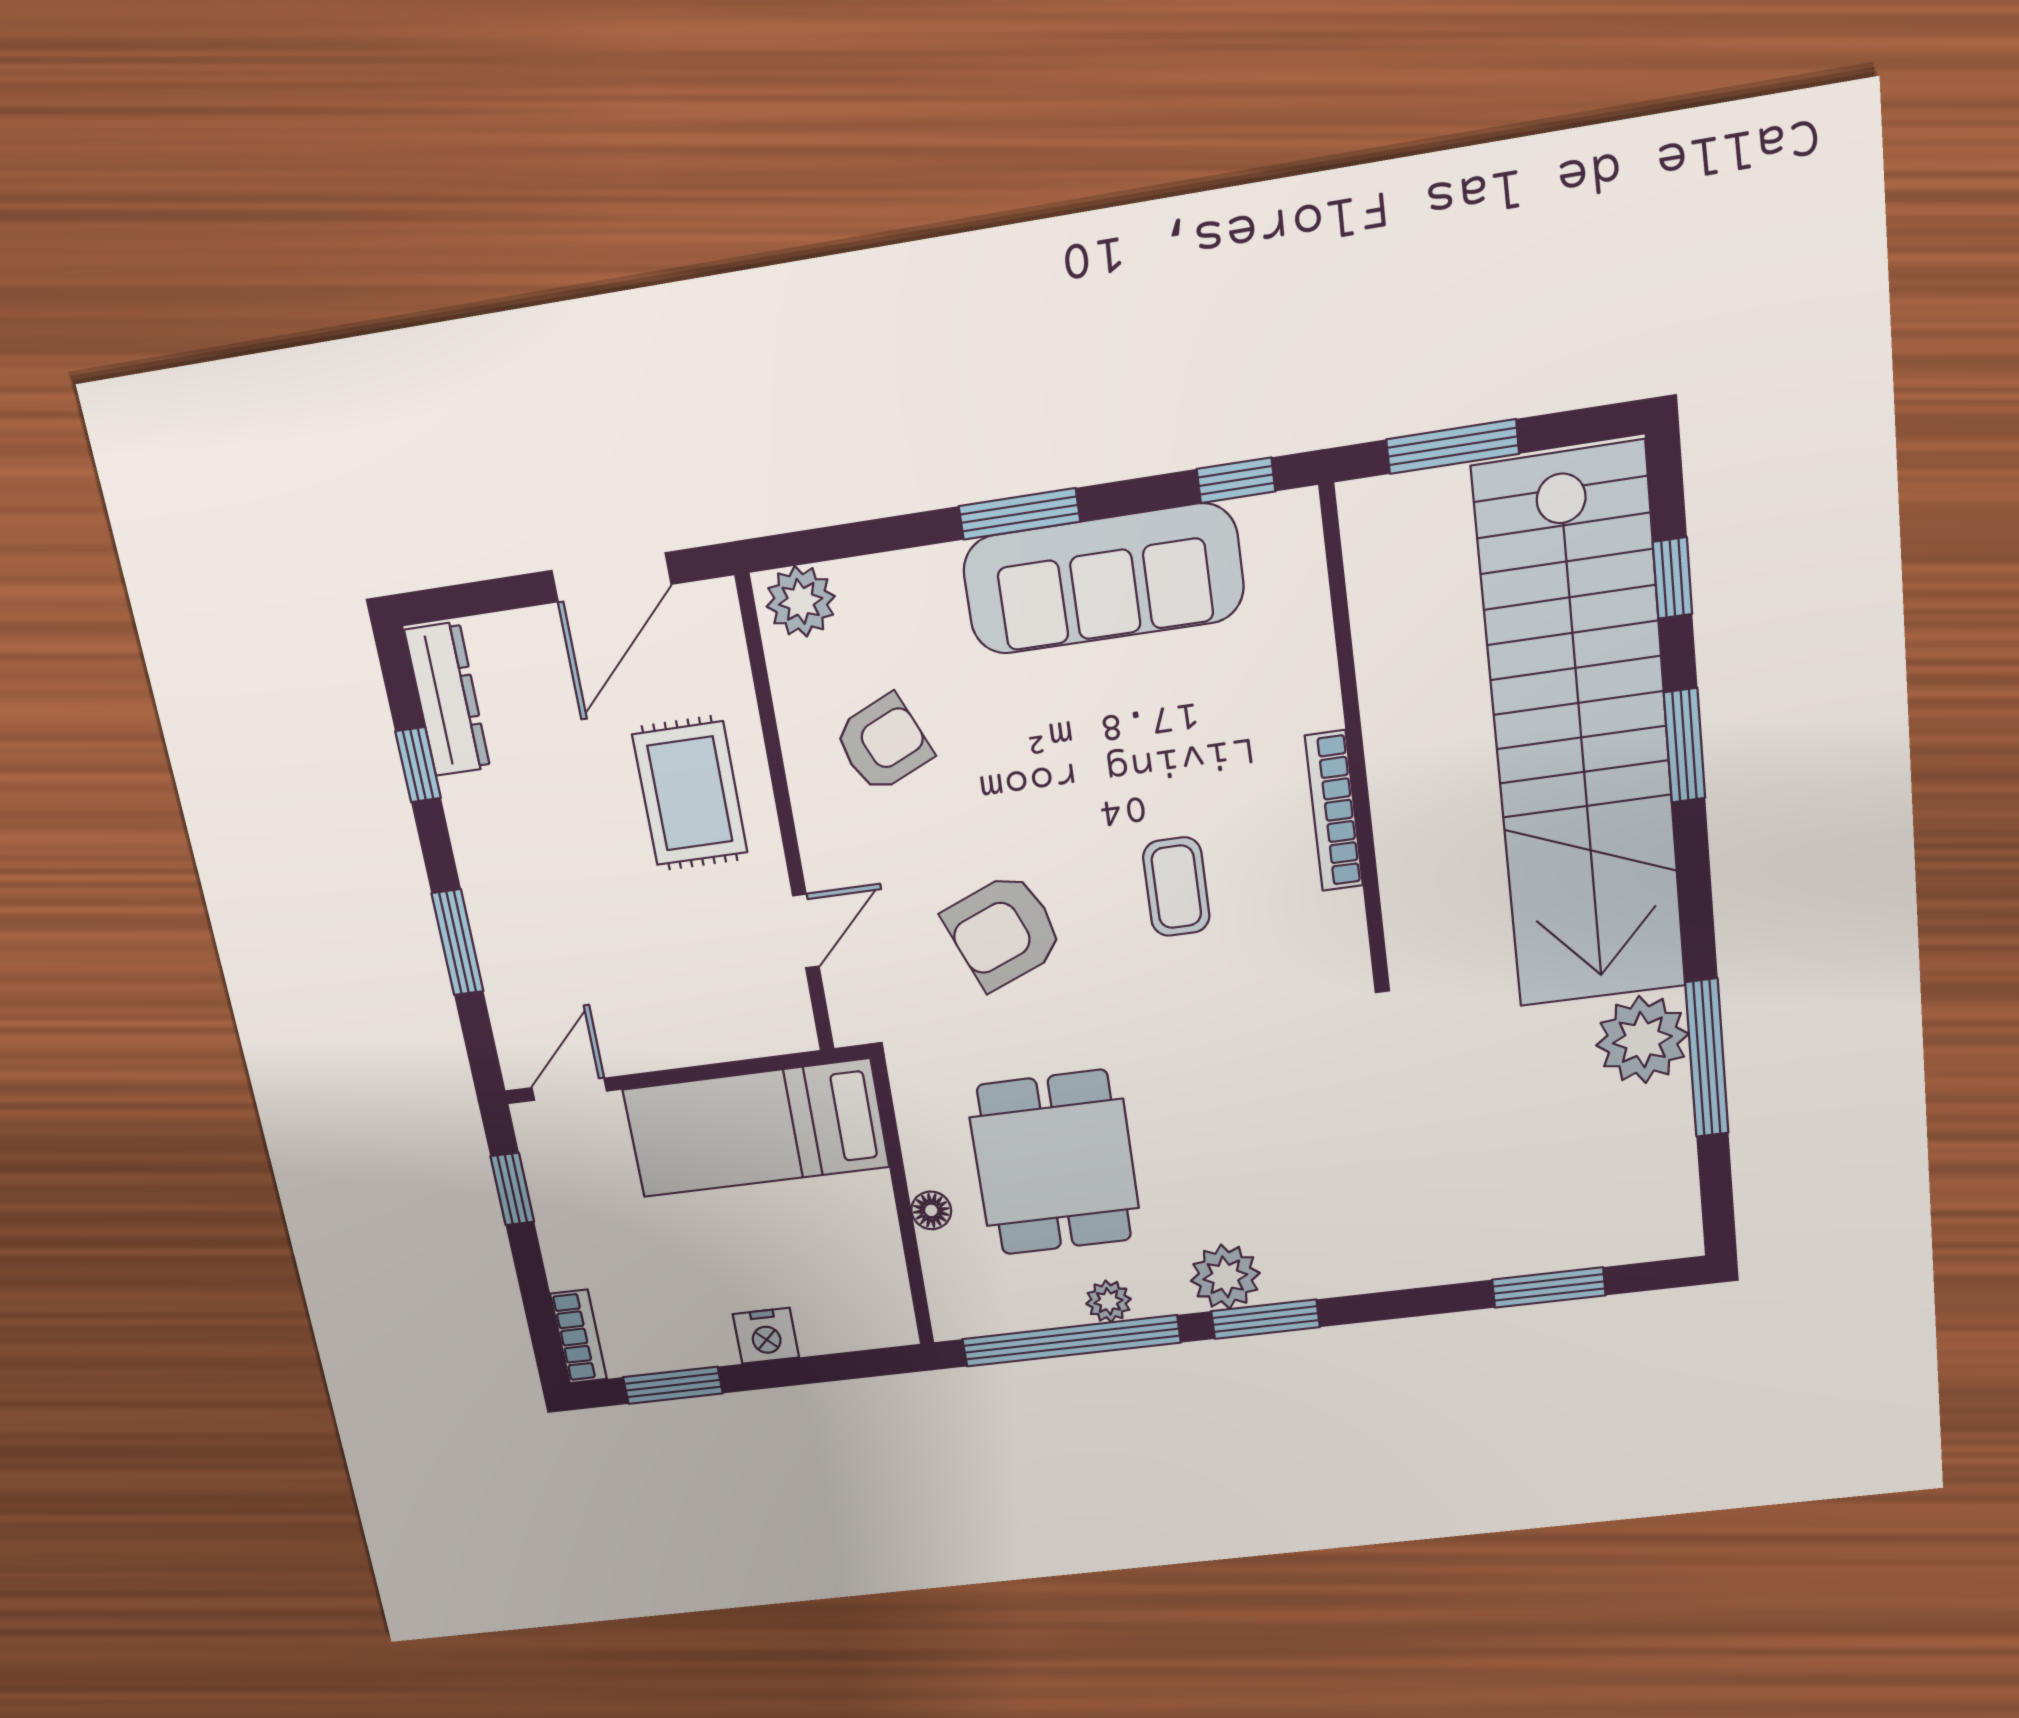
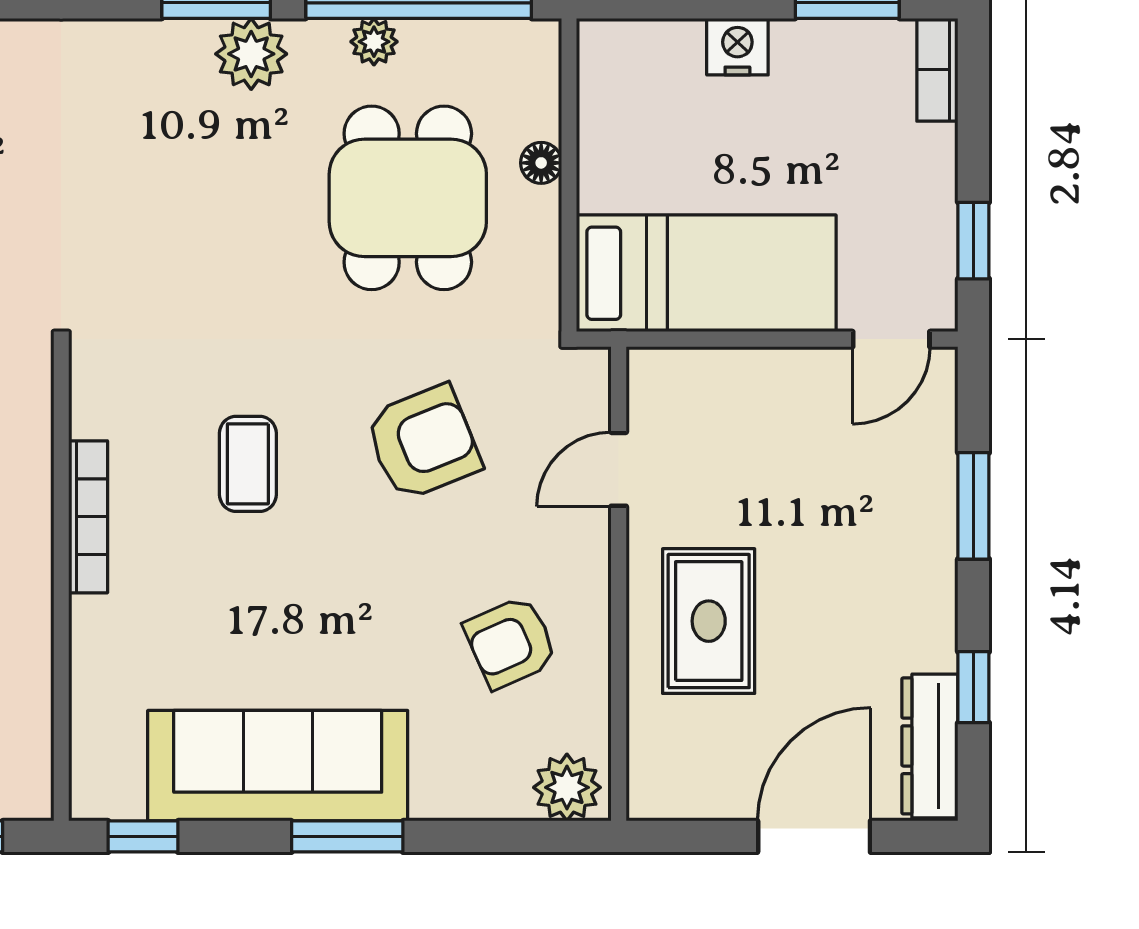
door: (611, 577) -> (814, 836), moved

